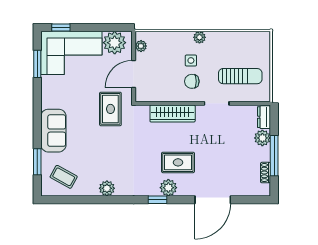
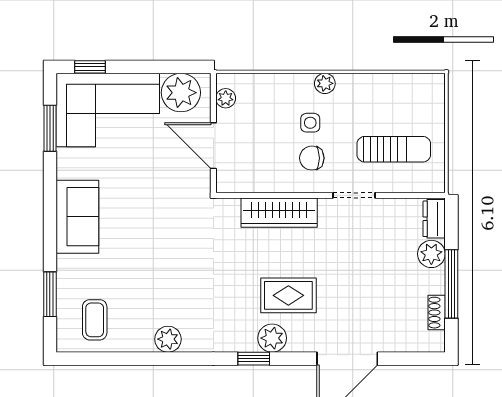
door: (134, 74) -> (213, 146), hinge flipped
rug: (110, 109) -> (174, 205), removed
sofa: (53, 131) -> (77, 217), moved
coffee table: (64, 177) -> (95, 320), turned 61

